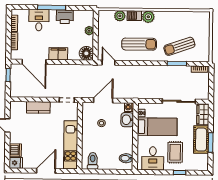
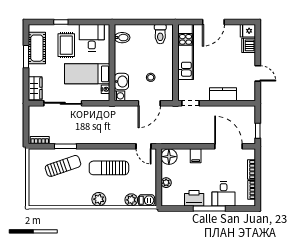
barbecue: (134, 16) -> (146, 200), moved
filing cabinet: (58, 54) -> (196, 156), width x0.50
cot: (201, 140) -> (37, 48), moved

